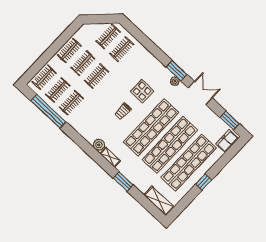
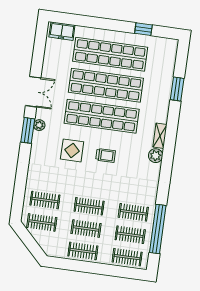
double door: (200, 93) -> (33, 92), swing flipped
window: (230, 121) -> (40, 43), removed
window: (123, 181) -> (177, 89), moved
window: (204, 182) -> (143, 29), moved
shelving: (159, 201) -> (169, 57), removed

